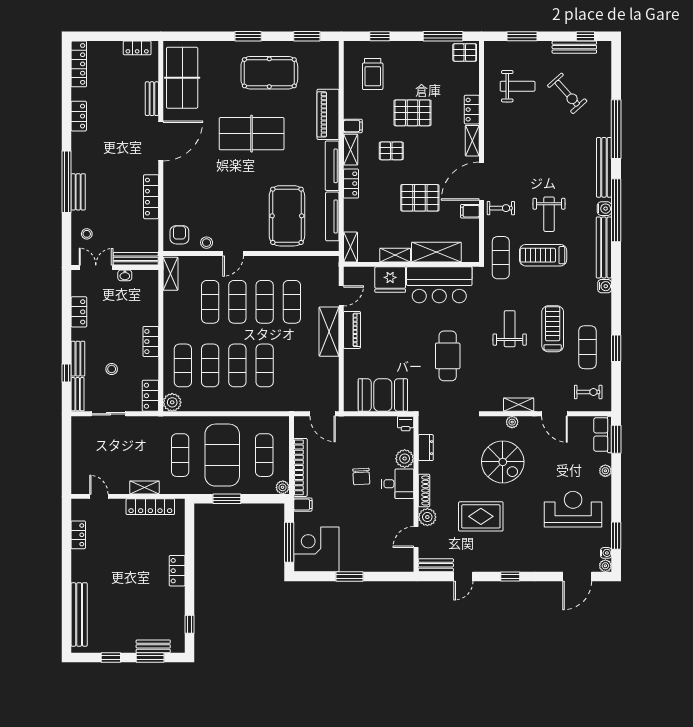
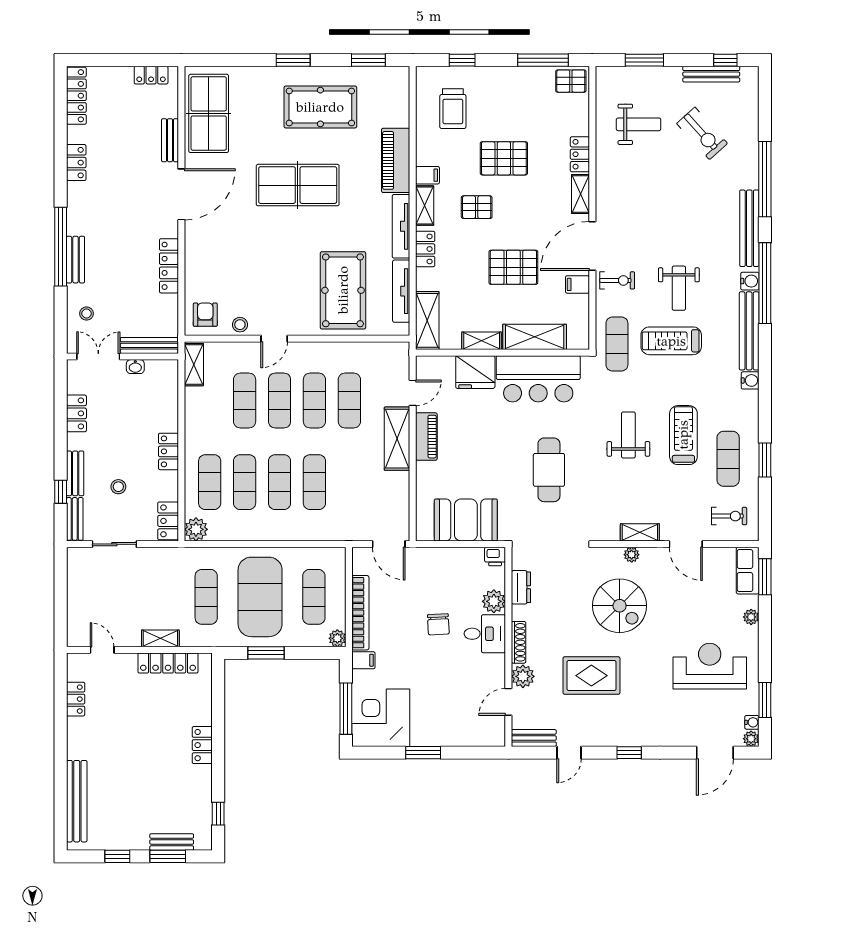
shelving: (350, 247) -> (427, 320), width x1.50, depth x1.33

